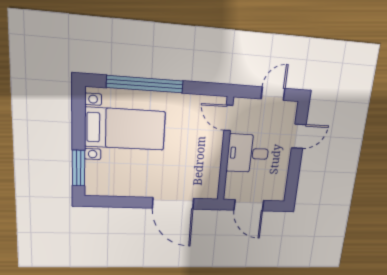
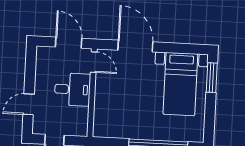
door: (228, 118) -> (94, 62), moved
bed with nightstands: (125, 129) -> (180, 84), moved, turned -90

